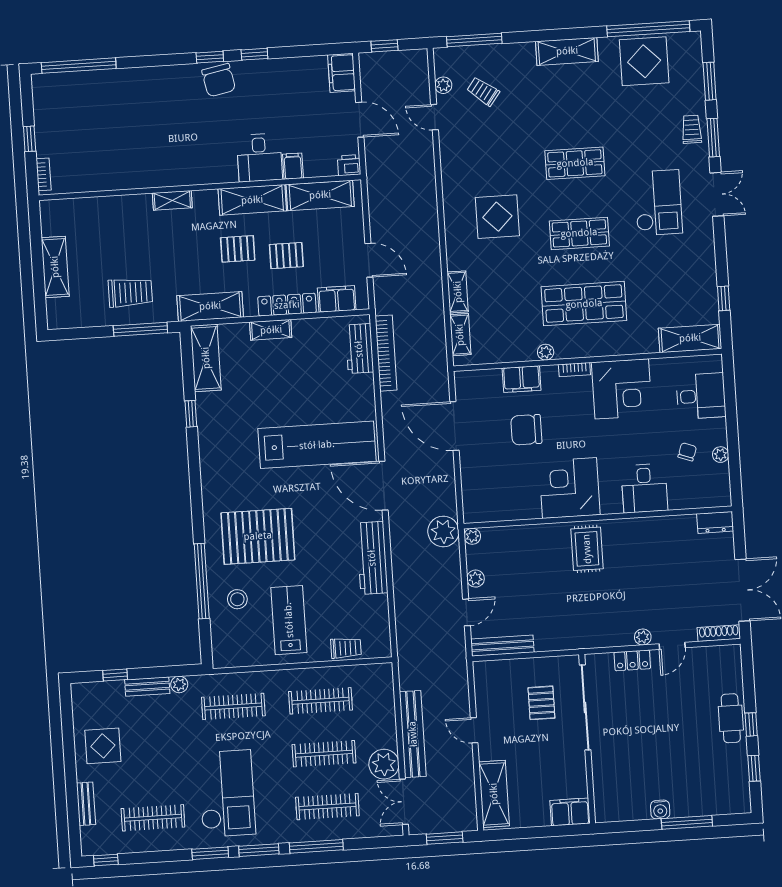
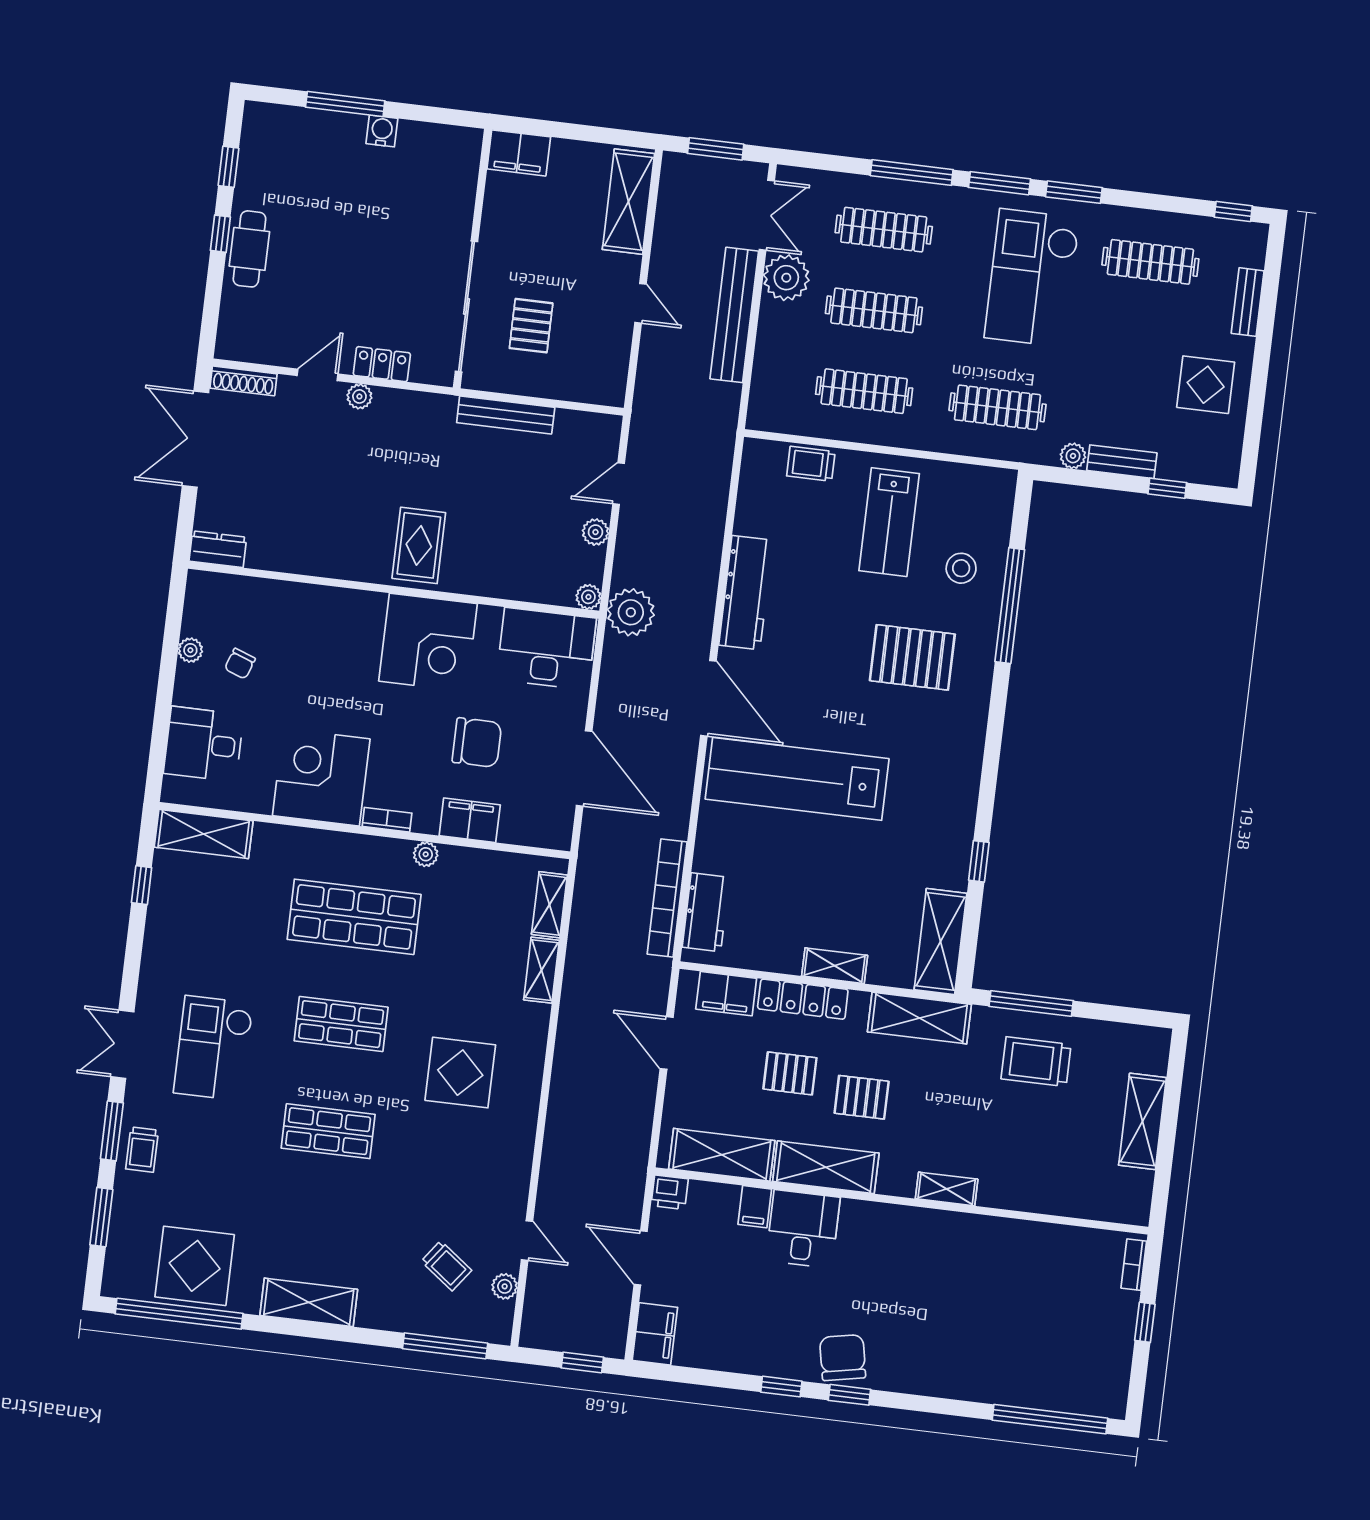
desk: (644, 488) -> (546, 649), moved, width x1.37
pallet: (258, 536) -> (912, 657), width x0.73, depth x0.71
bench: (502, 646) -> (506, 415), moved

